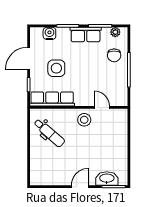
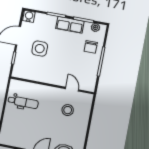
water cooler: (49, 33) -> (29, 16), moved
row of seats: (52, 99) -> (31, 74), removed
stool: (84, 120) -> (68, 110), moved
dental chair: (49, 133) -> (23, 102), turned -41

